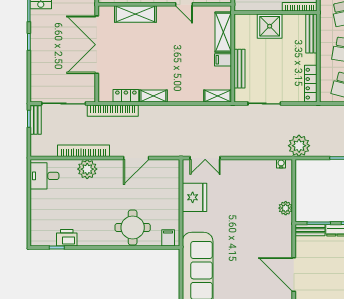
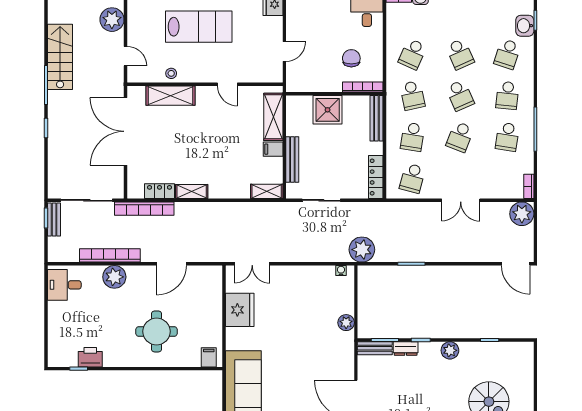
round table: (133, 228) -> (156, 331), moved

